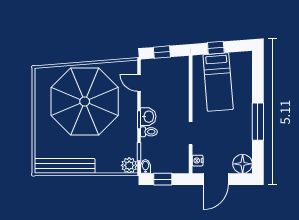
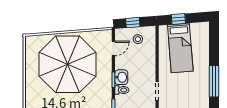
stool: (168, 72) -> (138, 39), added
door: (139, 83) -> (113, 48), swing flipped

